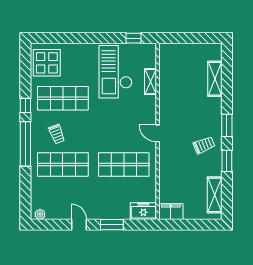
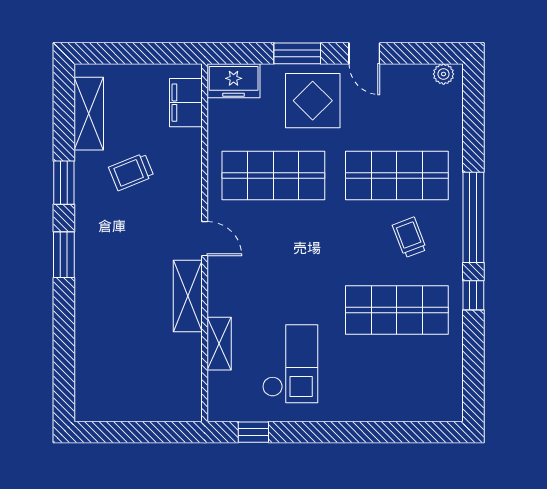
display table: (47, 63) -> (313, 101), moved
checkout: (115, 72) -> (290, 364), width x0.73, depth x0.83
shelving: (215, 79) -> (188, 296), moved
trolley: (204, 145) -> (131, 172), moved
filing cabinet: (171, 212) -> (186, 103), moved, turned 90

